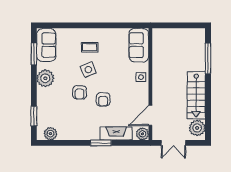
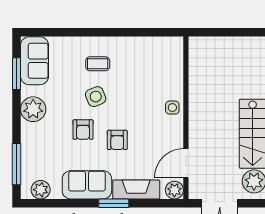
sofa: (139, 45) -> (87, 185), moved, turned 90
window: (34, 116) -> (16, 164), width x1.44

